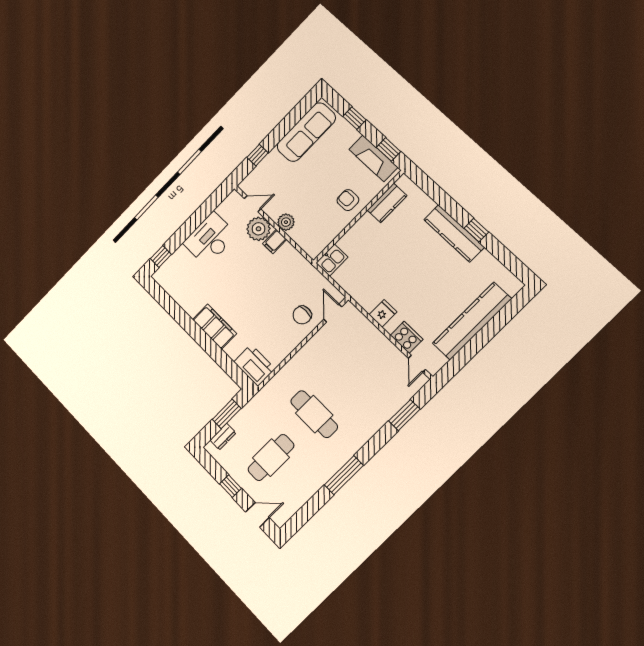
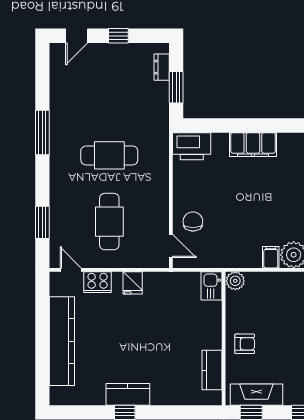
plant: (286, 222) -> (235, 281), moved
kitchen counter: (454, 233) -> (128, 394), width x0.67
cafe table: (271, 458) -> (109, 222), moved

